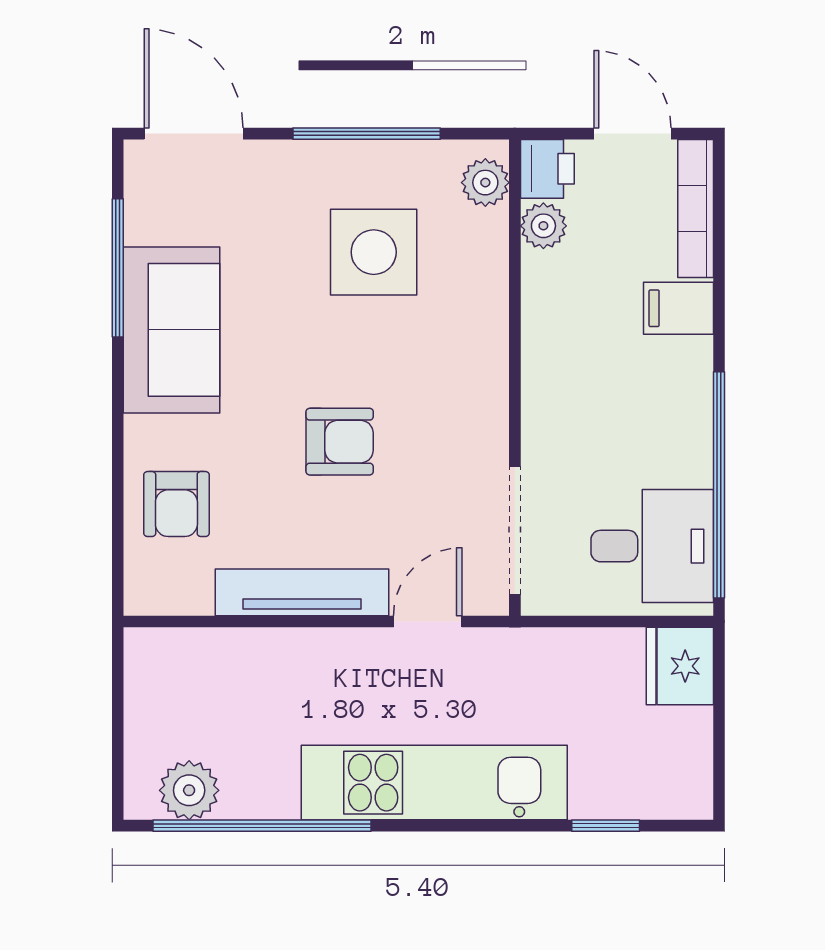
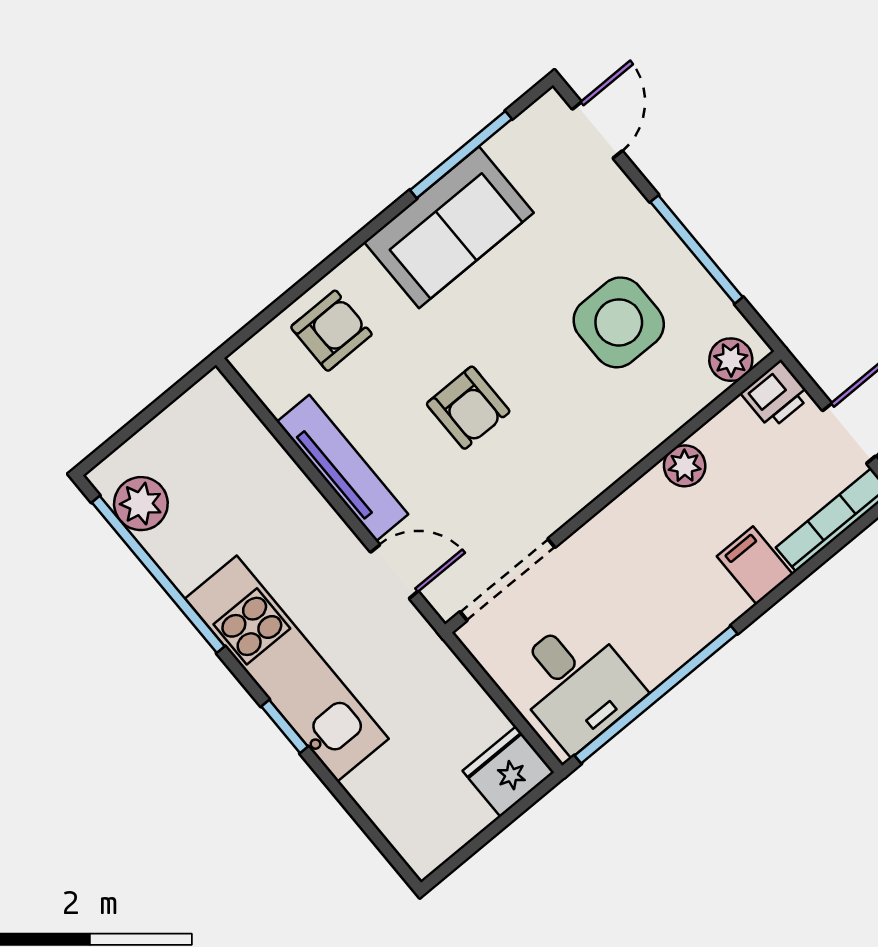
door: (194, 134) -> (597, 130), width x0.73
plant: (543, 226) -> (685, 466), moved
armchair: (176, 504) -> (331, 331), turned 180
window: (606, 826) -> (285, 727), moved

